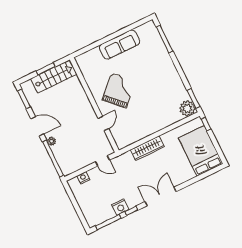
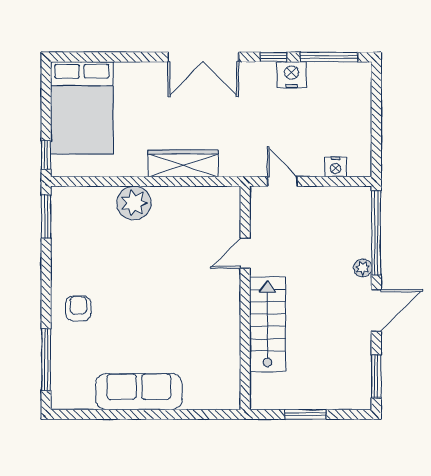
armchair: (162, 67) -> (78, 308), added
stairs: (54, 76) -> (267, 324), moved, turned 90
grand piano: (119, 90) -> (184, 303), removed
plant: (187, 108) -> (134, 203), moved
door: (37, 126) -> (376, 310), swing flipped

